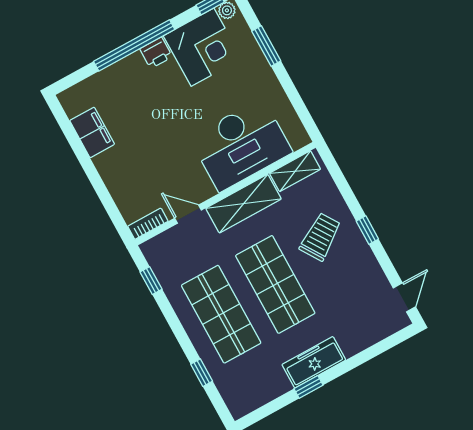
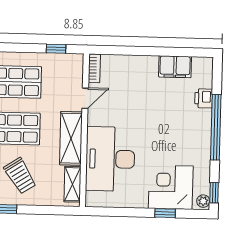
window: (266, 46) -> (165, 213), width x0.67
corner desk: (202, 47) -> (171, 187), moved, turned 90
printer: (156, 53) -> (204, 98), moved

